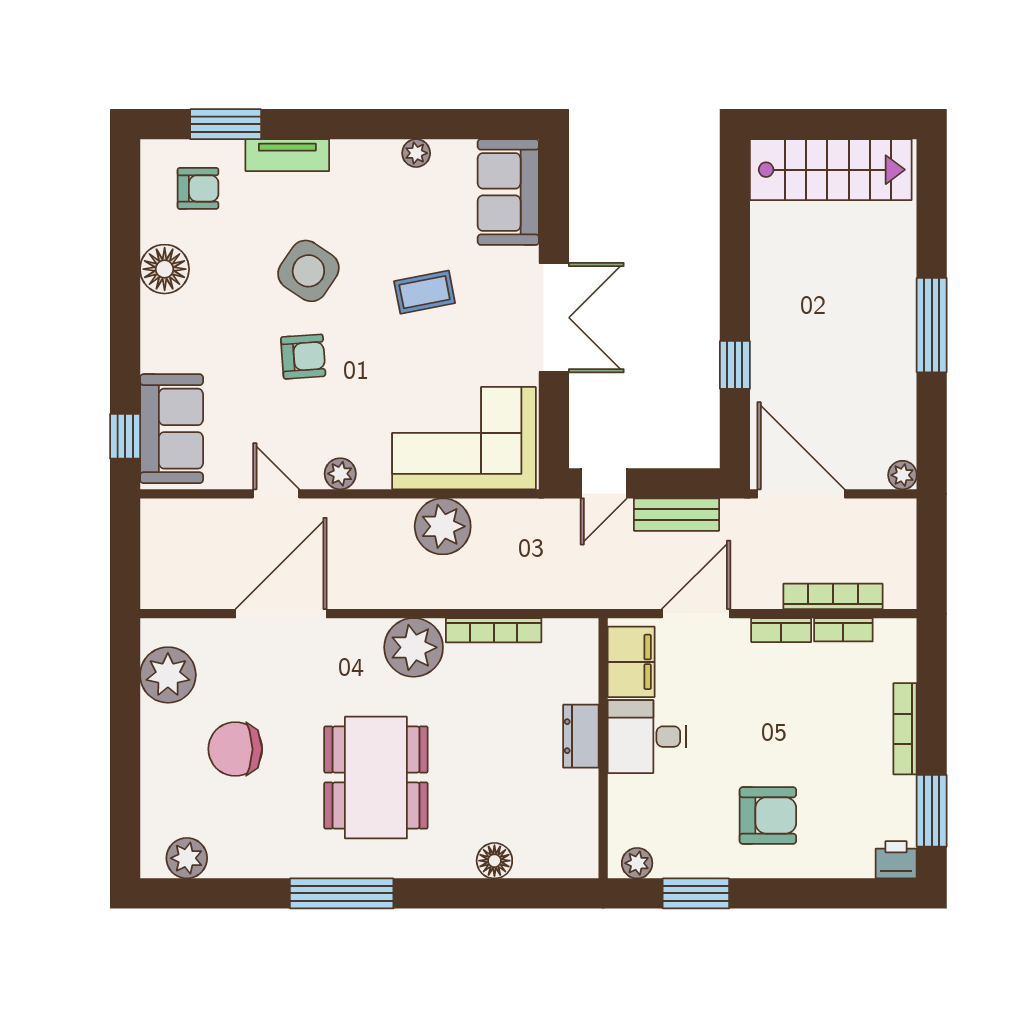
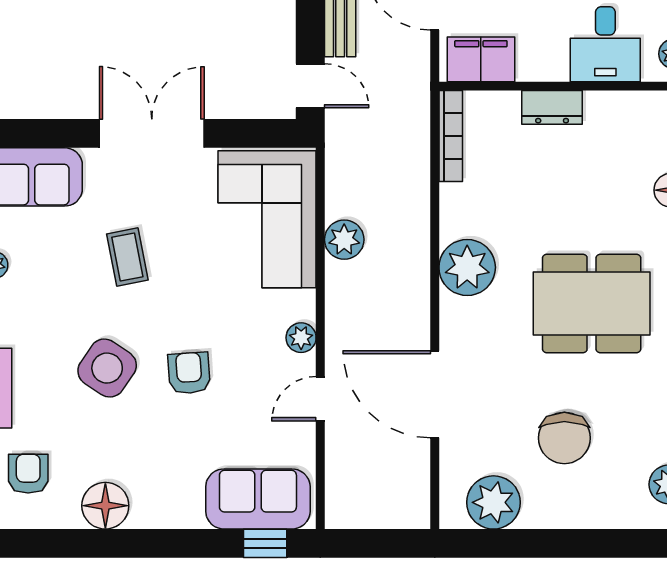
plant: (443, 526) -> (344, 240), width x0.73, depth x0.73
bookcase: (494, 630) -> (451, 136), moved
desk: (647, 737) -> (605, 44), moved

